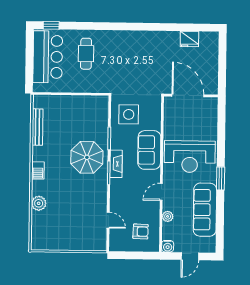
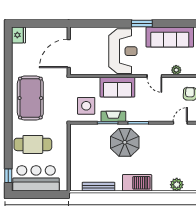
fridge: (189, 39) -> (19, 35), moved
pool table: (138, 52) -> (30, 98), added
cafe table: (86, 54) -> (33, 144), width x1.37, depth x1.35
fireplace: (116, 164) -> (113, 116), moved
barbecue: (38, 170) -> (137, 183), width x1.88, depth x1.53
plant: (39, 203) -> (177, 185), moved

